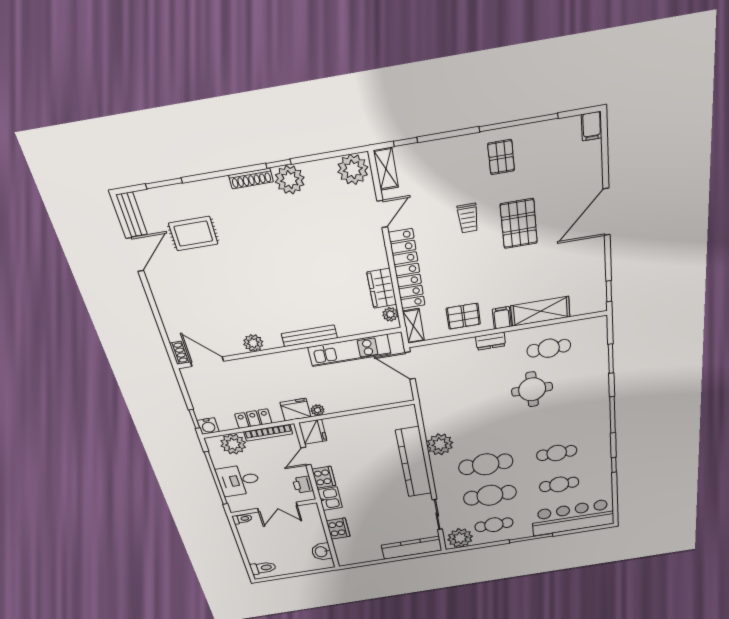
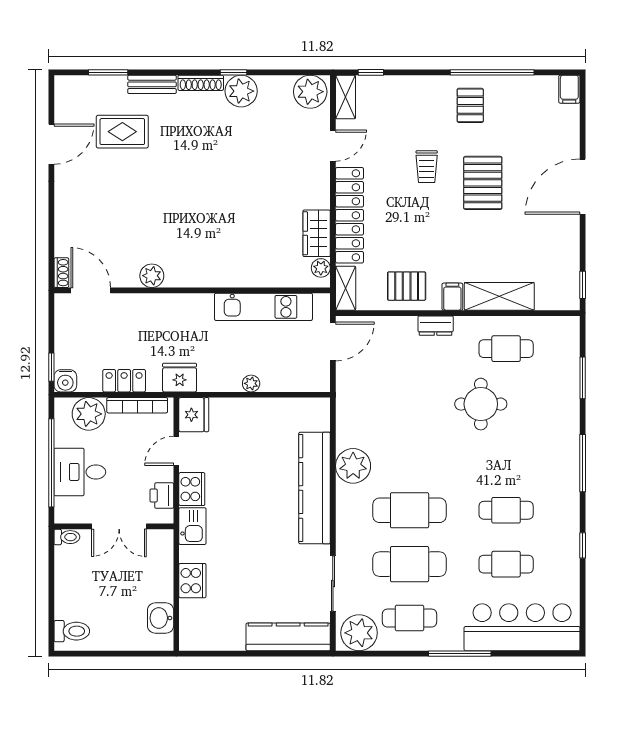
bench: (132, 215) -> (152, 84), moved, turned 90
bench: (309, 336) -> (220, 279), removed
door: (410, 366) -> (333, 341), swing flipped
plant: (318, 410) -> (251, 383), moved

